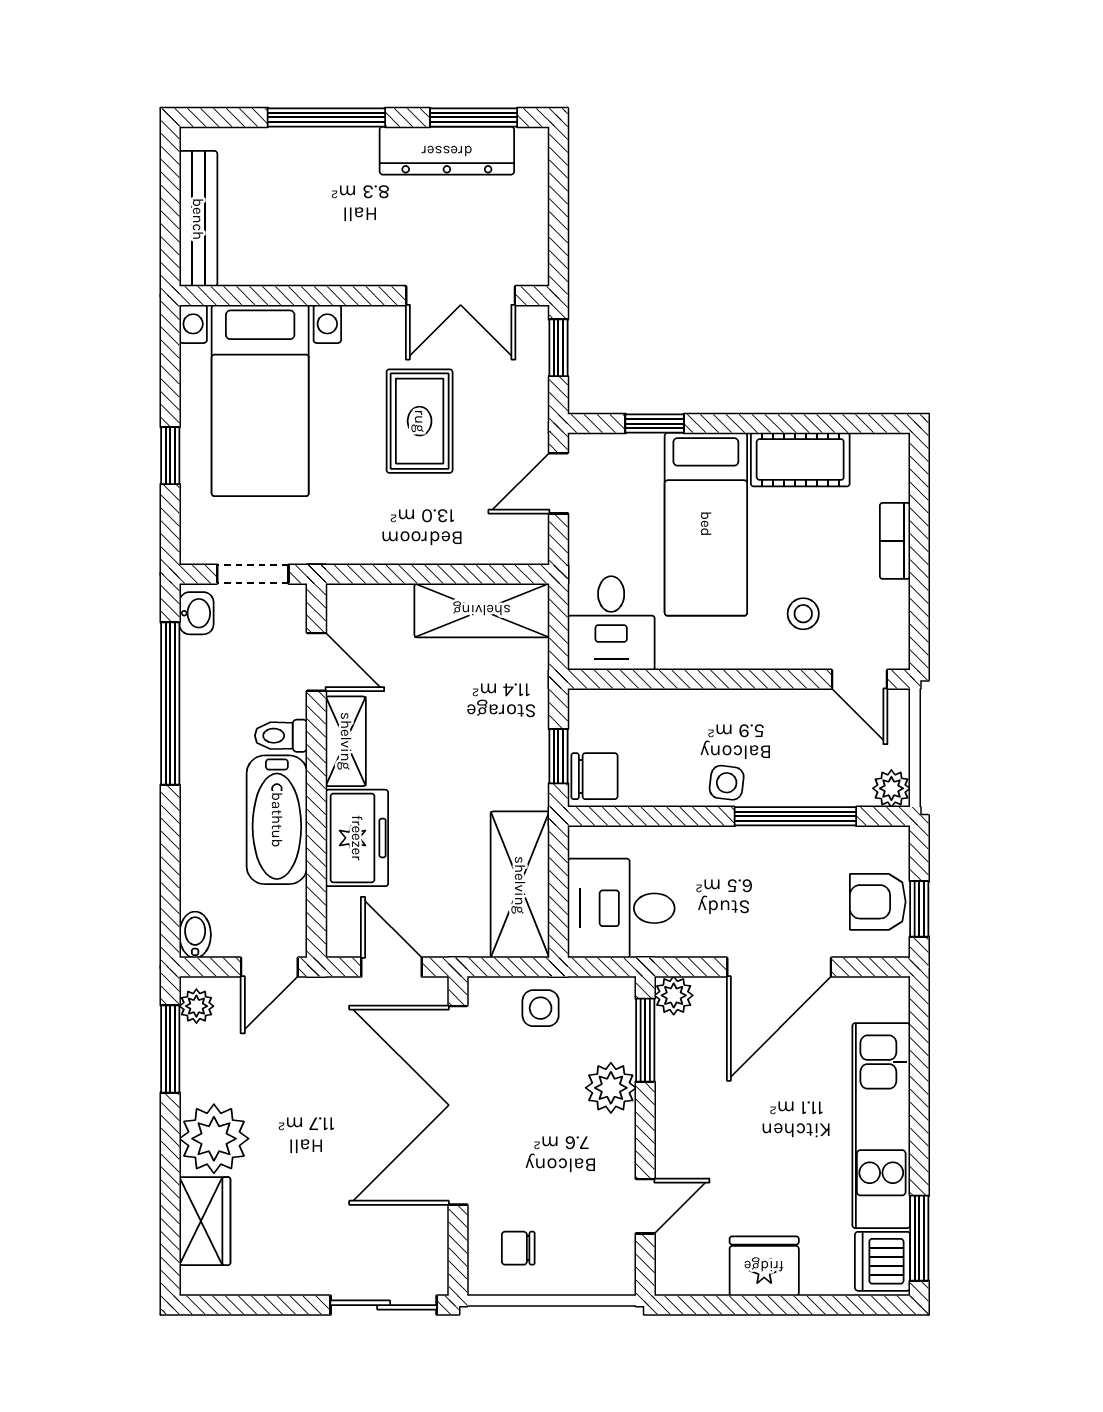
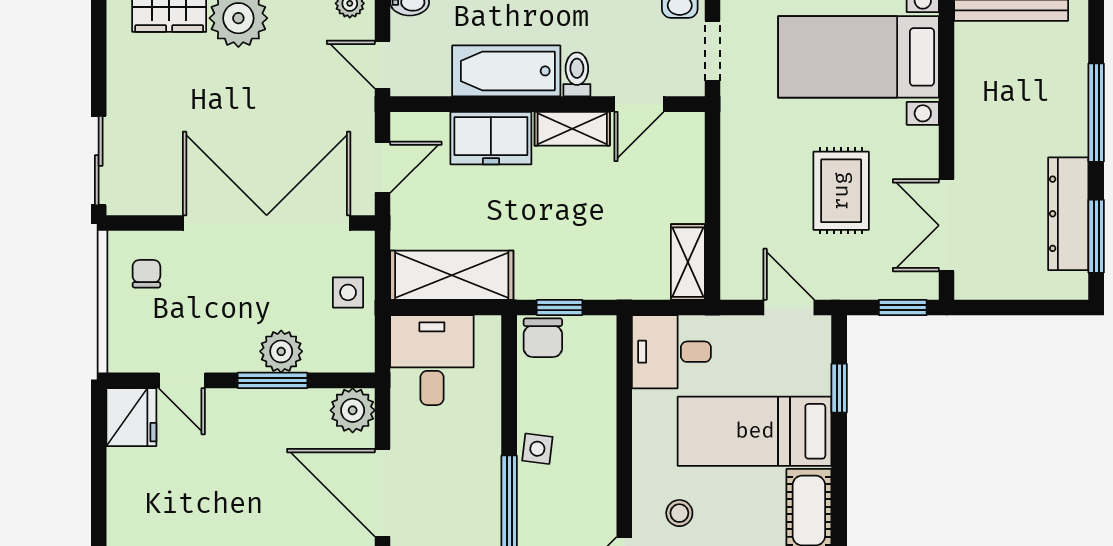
rug: (420, 421) -> (841, 191), turned 90
shelving: (482, 610) -> (688, 262), width x0.67, depth x0.75
plant: (674, 995) -> (353, 410), width x1.38, depth x1.38
window: (645, 1040) -> (273, 380), moved
fridge: (764, 1266) -> (131, 417), moved

